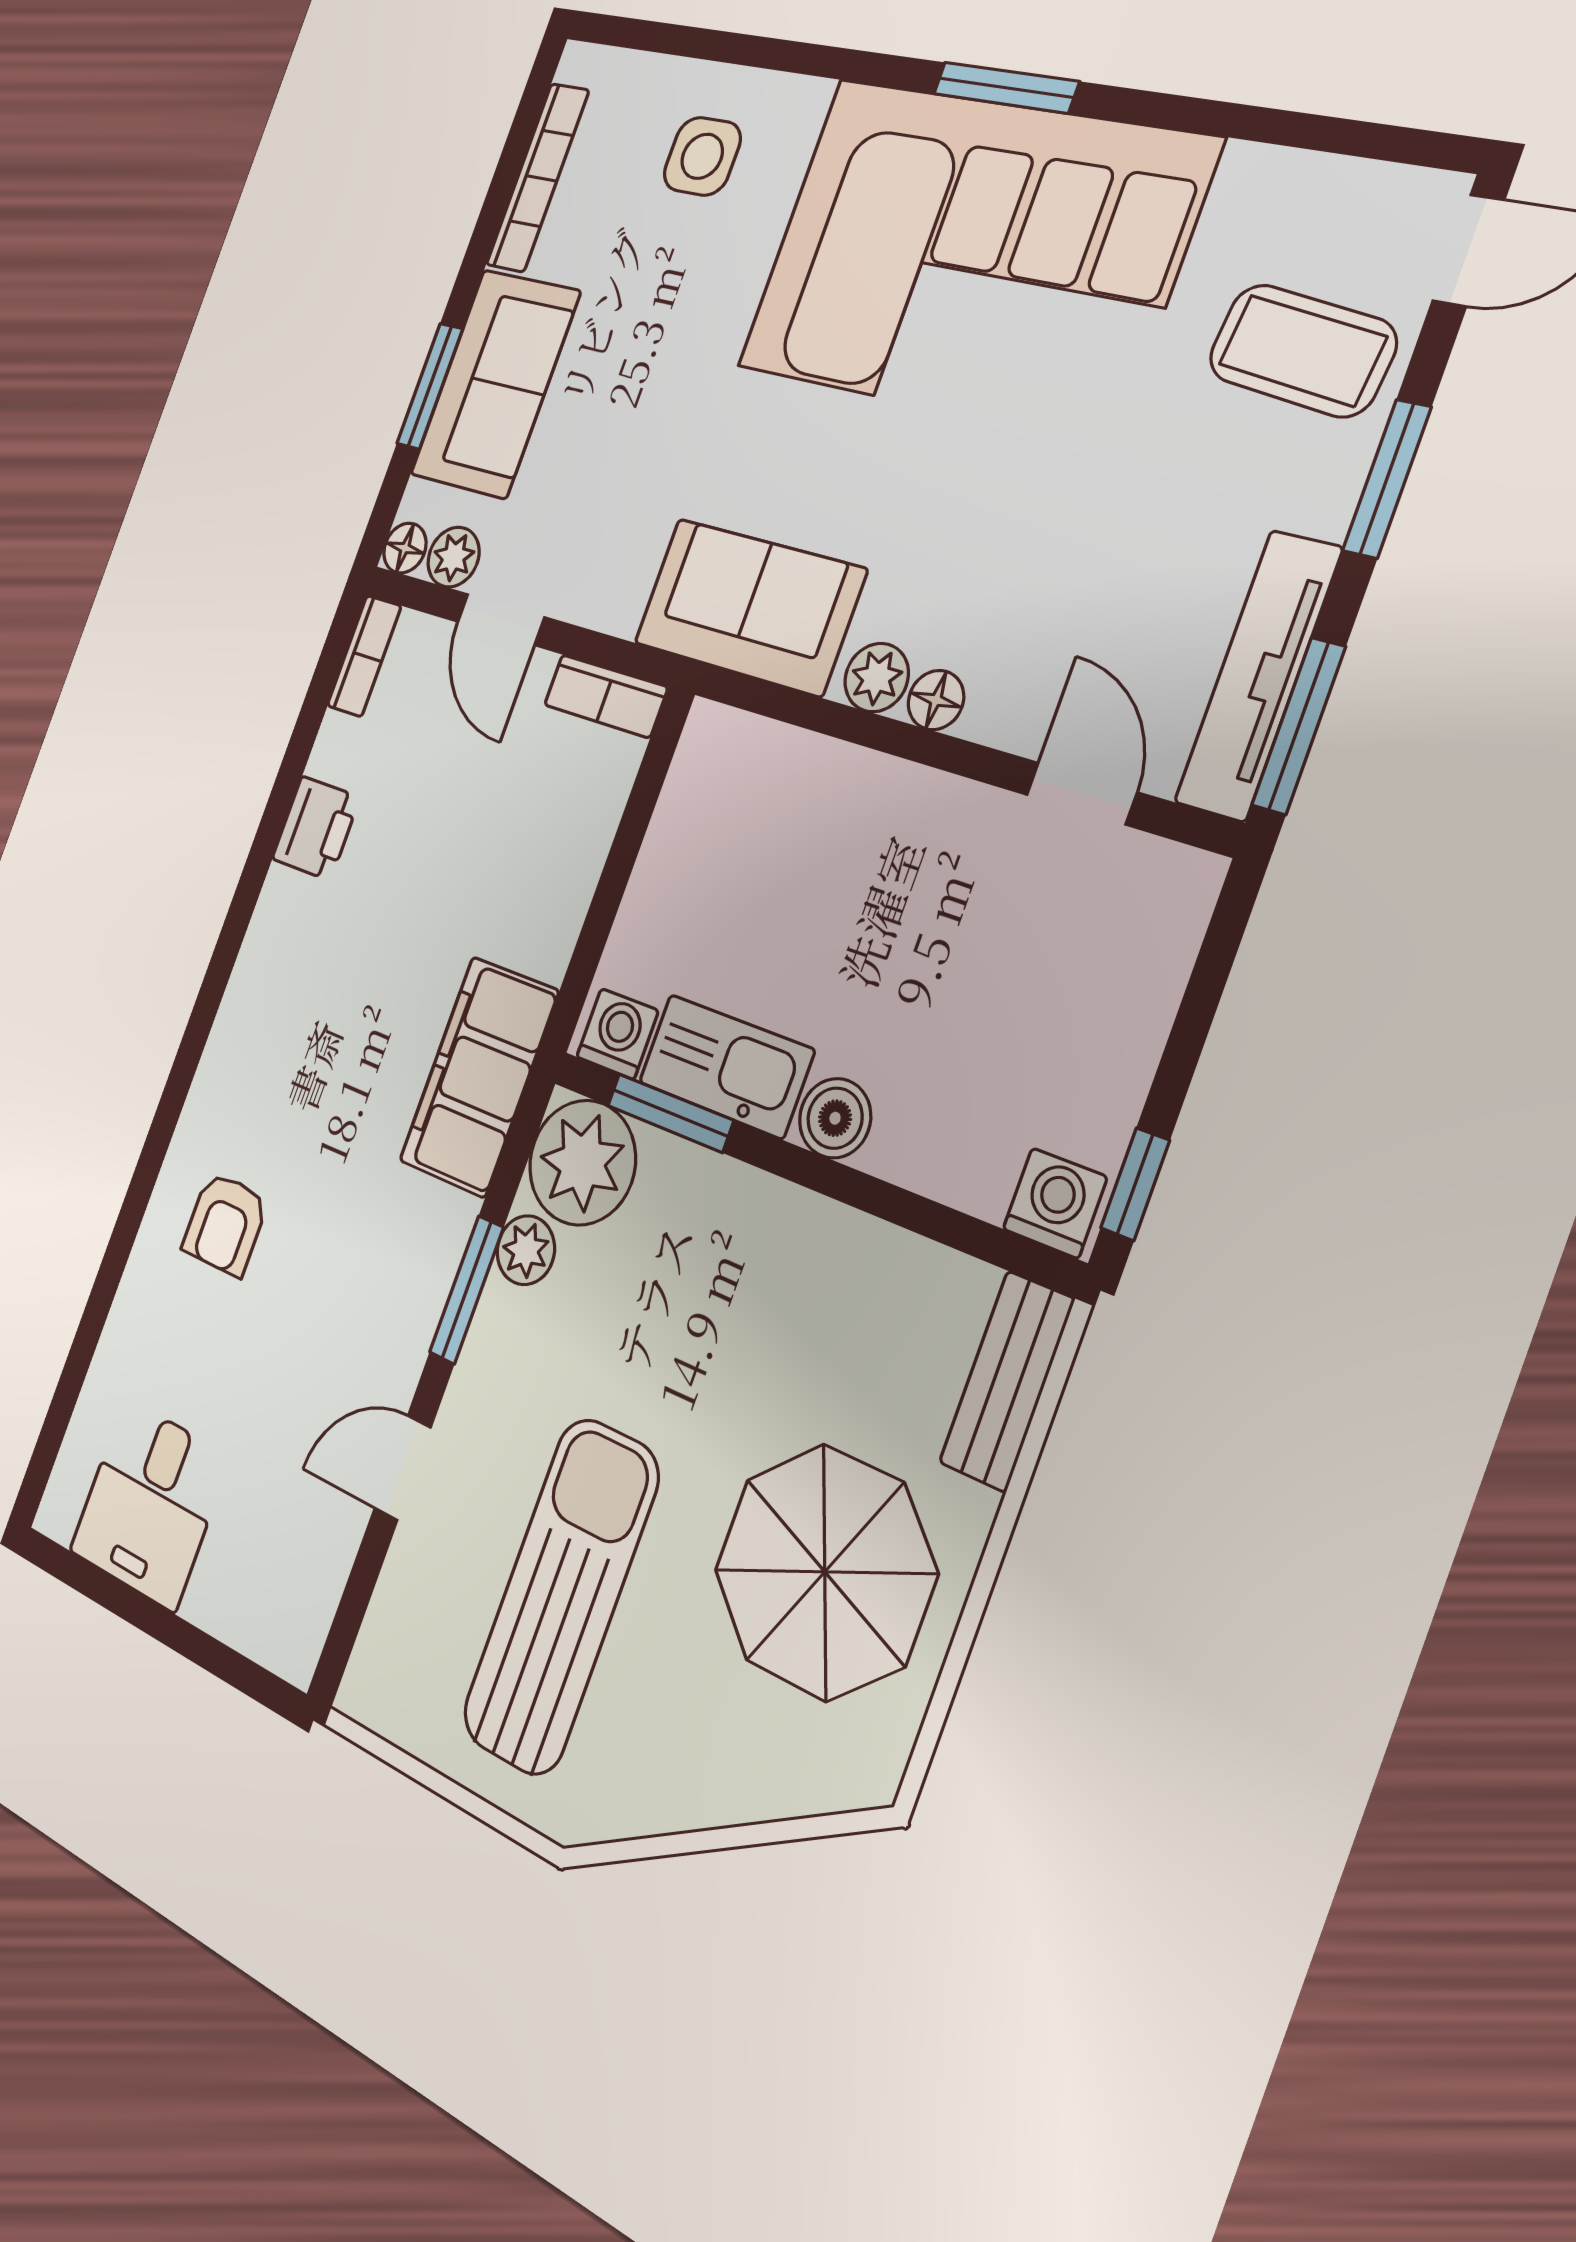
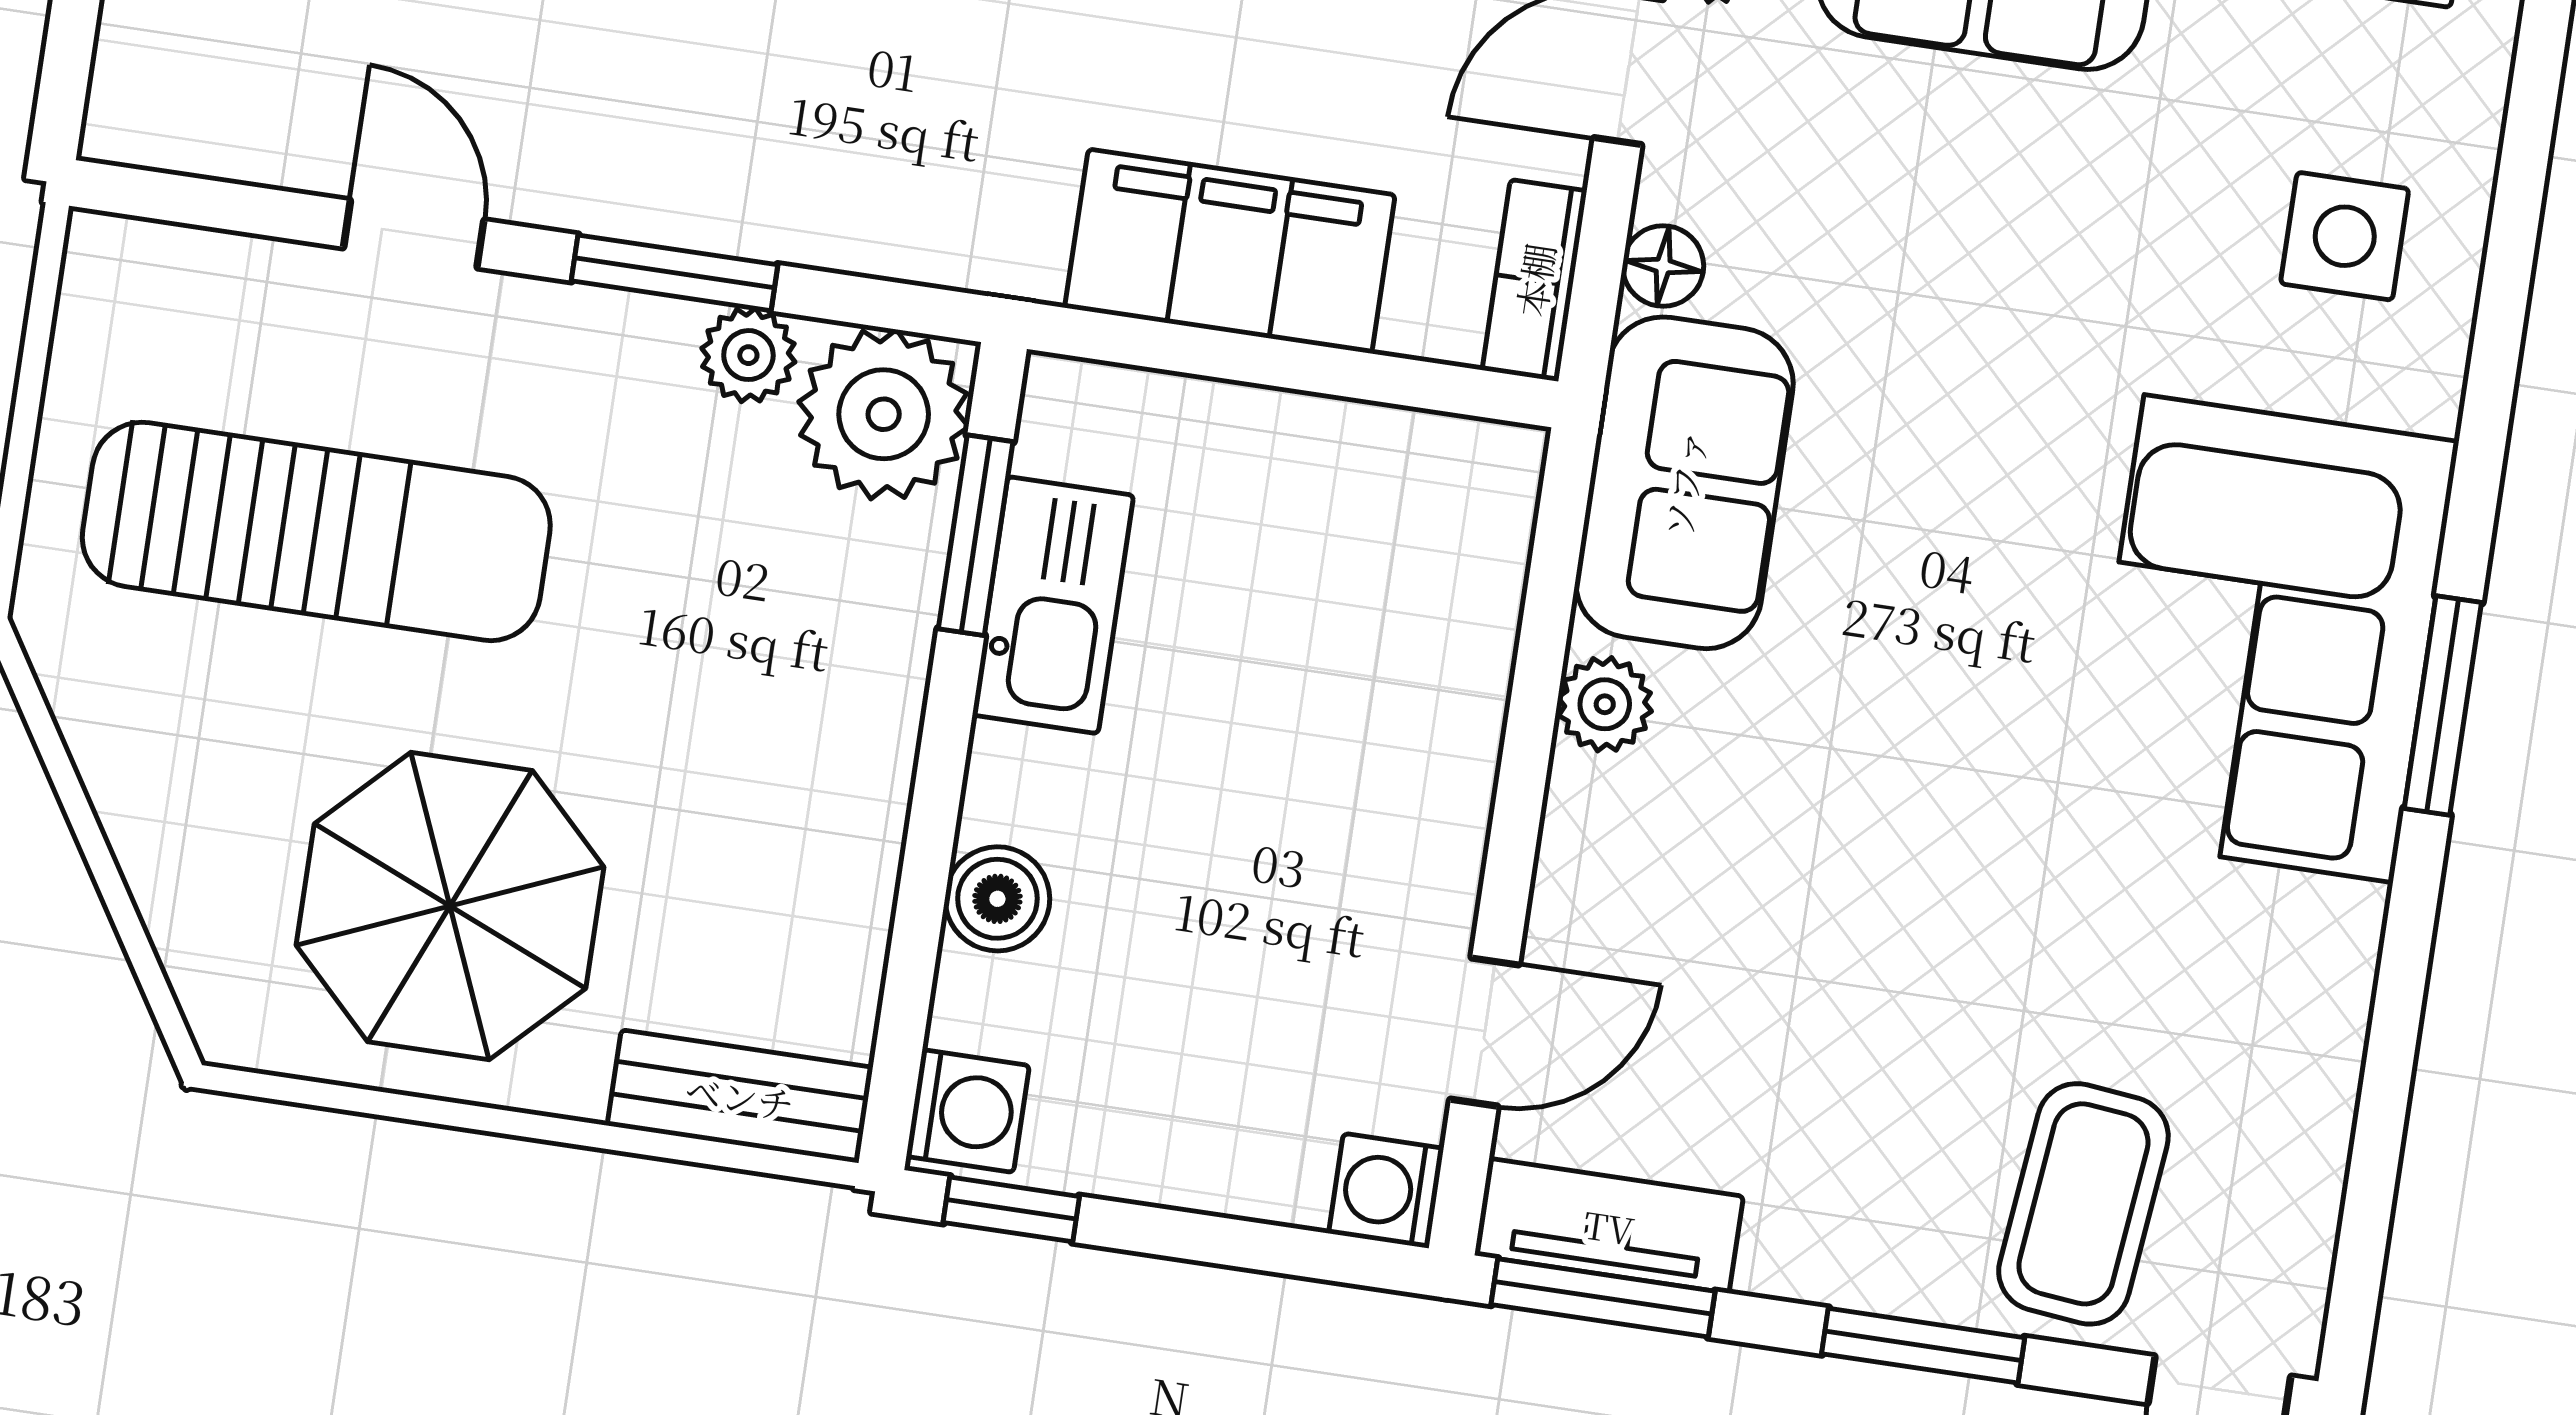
corner sofa: (972, 256) -> (2269, 639), width x0.73, depth x0.74
tv unit: (1258, 675) -> (1609, 1226), width x0.71
floor lamp: (936, 700) -> (1663, 266), moved
washing machine: (617, 1034) -> (1386, 1191), moved, turned 180
filing cabinet: (479, 1076) -> (1230, 251), moved
boiler: (835, 1118) -> (997, 899), moved

